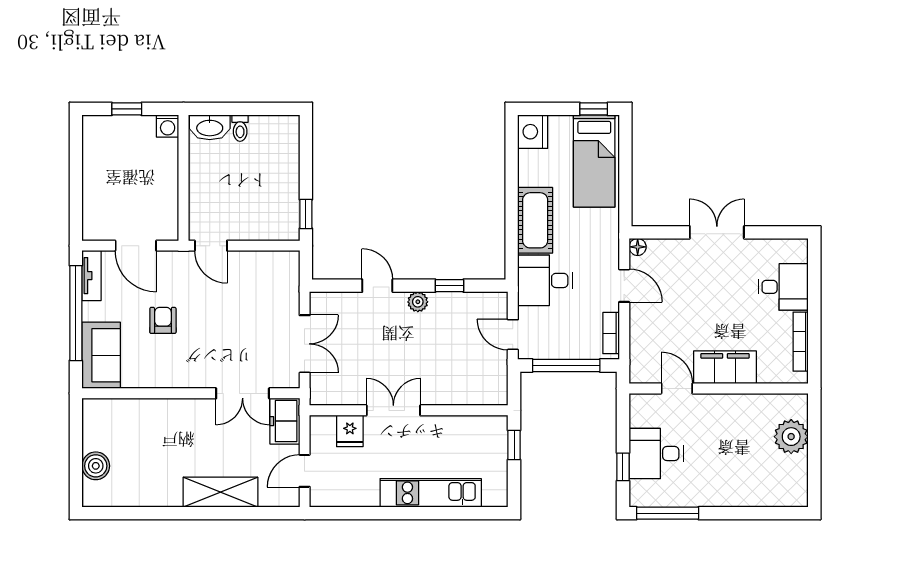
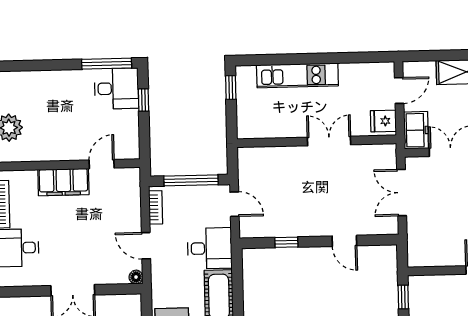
plant: (418, 302) -> (312, 229), removed
door: (677, 388) -> (102, 164), swing flipped
double door: (393, 410) -> (329, 141), swing flipped
fridge: (350, 431) -> (383, 121), moved, turned -90
window: (514, 445) -> (231, 88), moved
desk: (656, 454) -> (116, 89), moved

